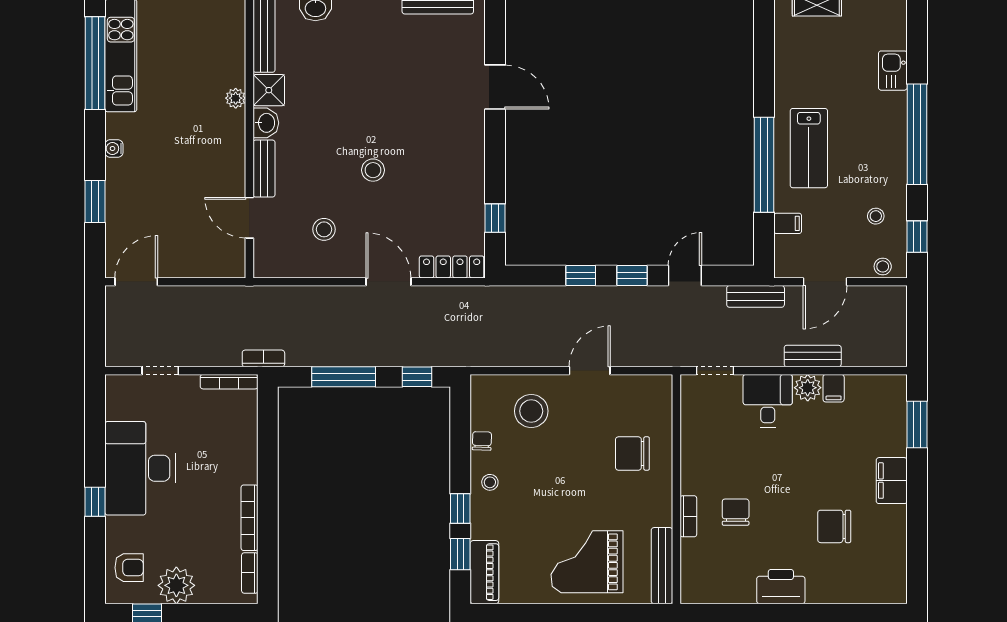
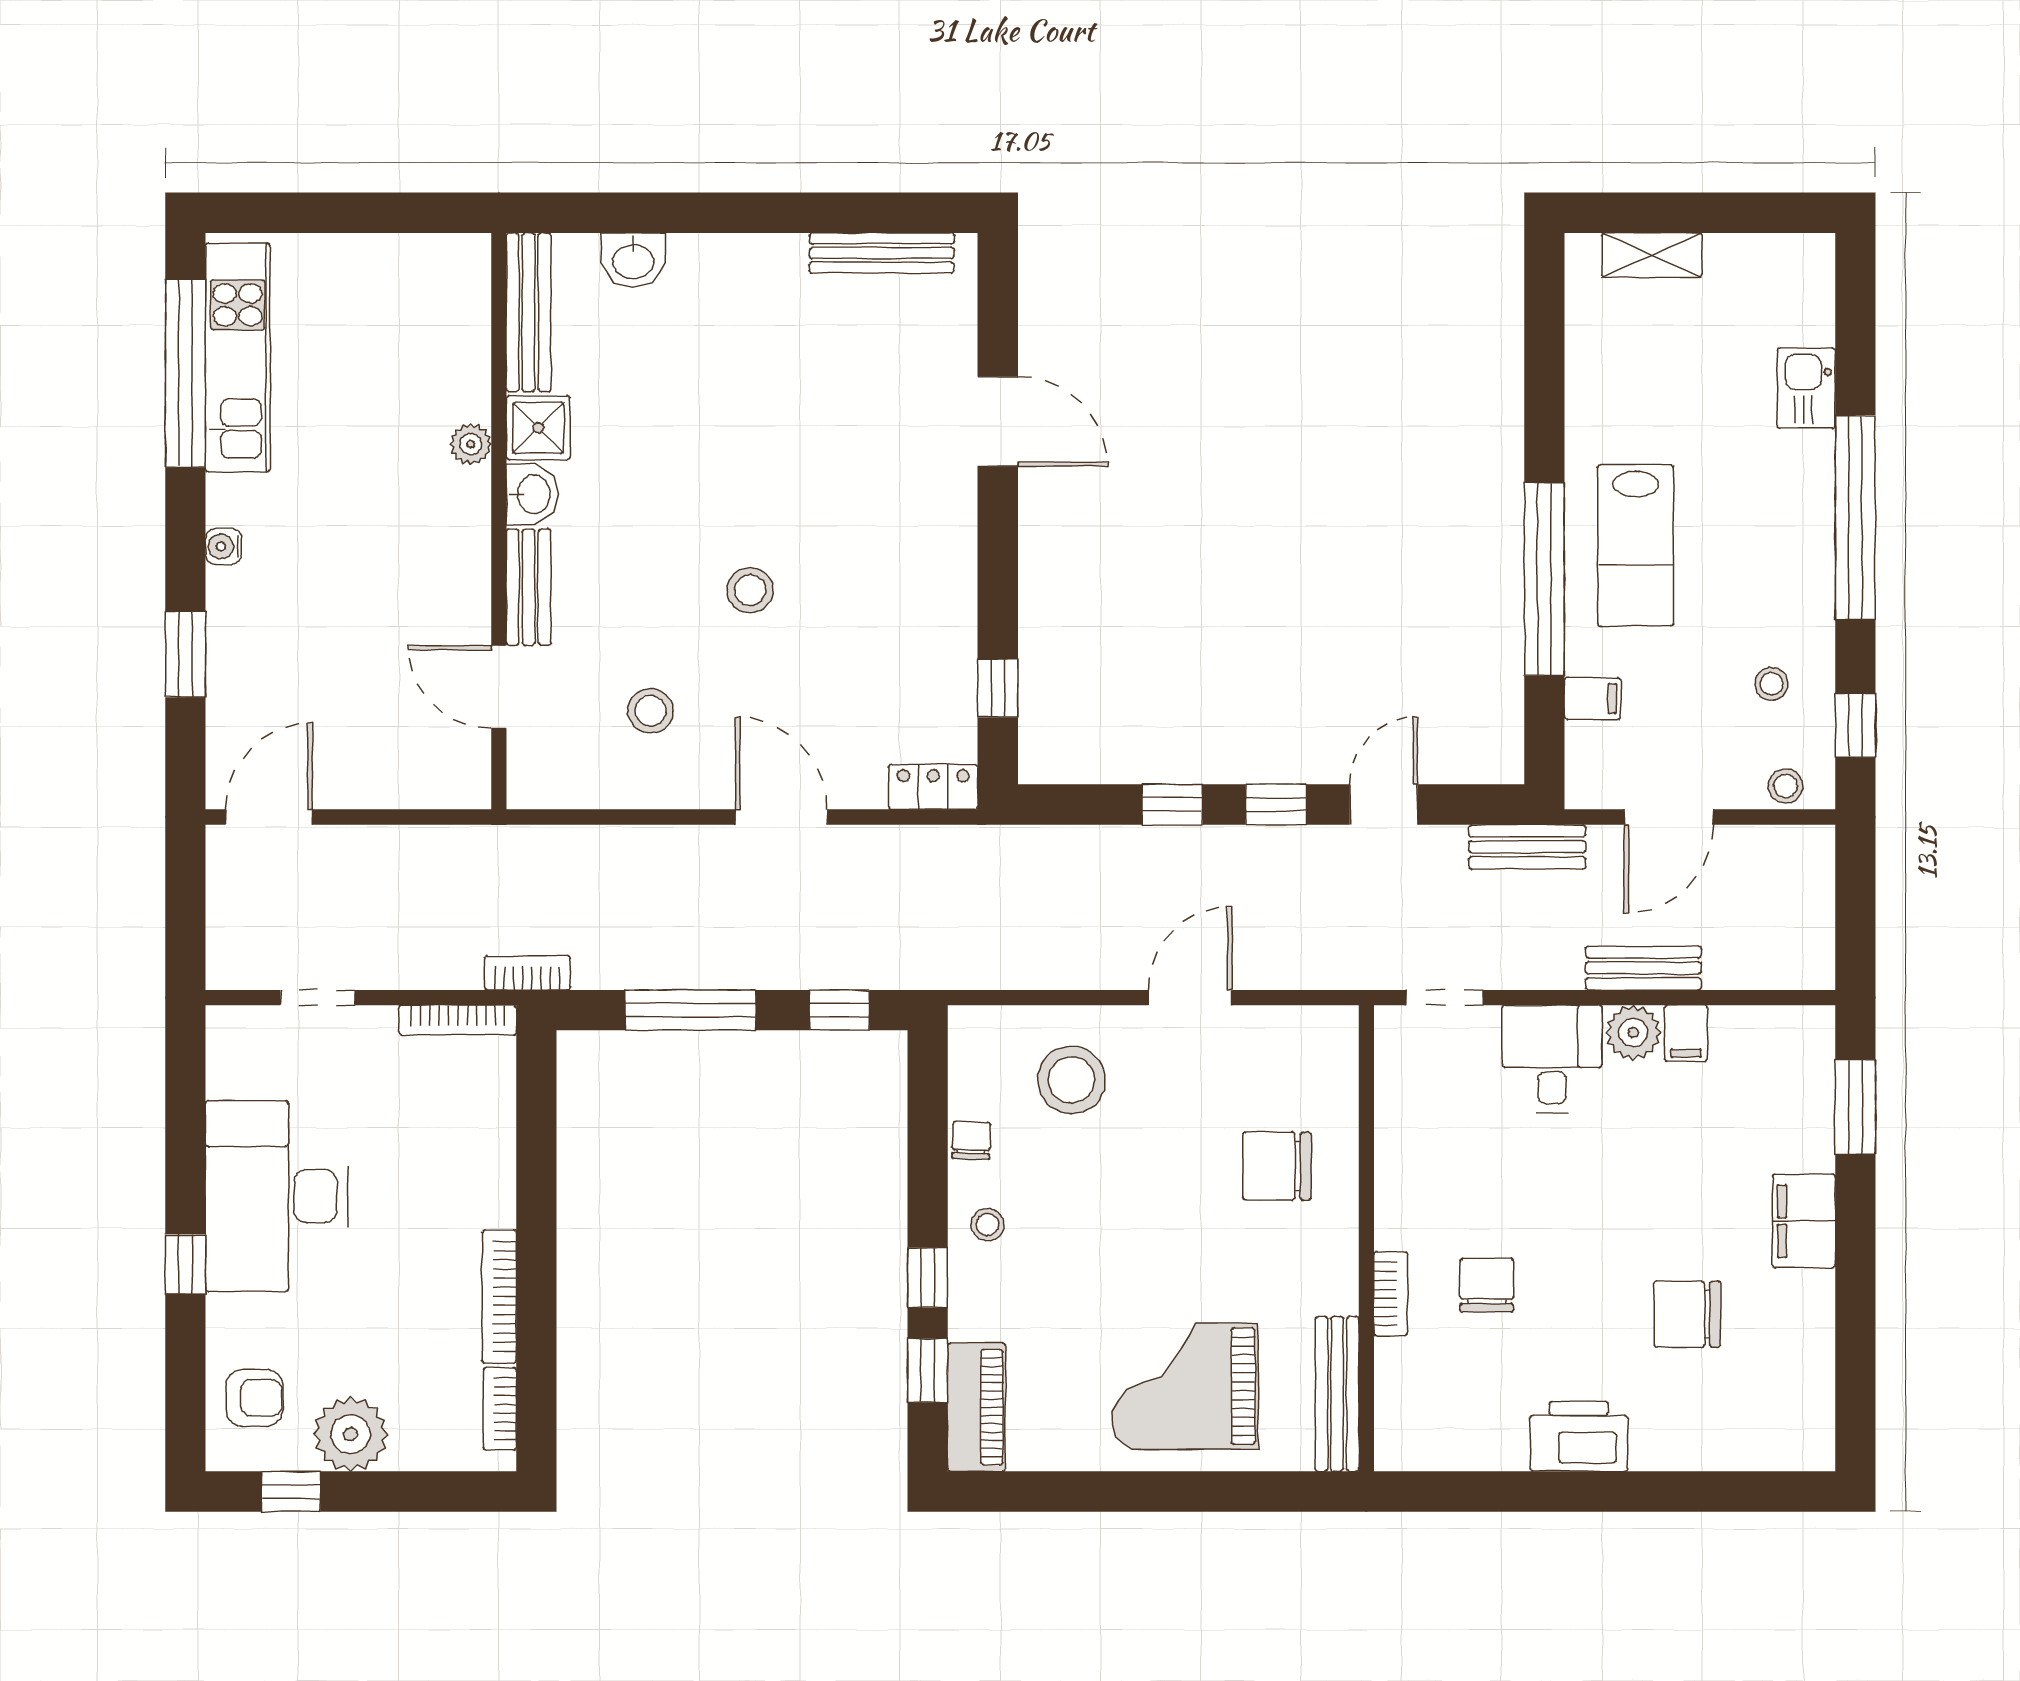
locker: (452, 267) -> (933, 787), width x0.66

